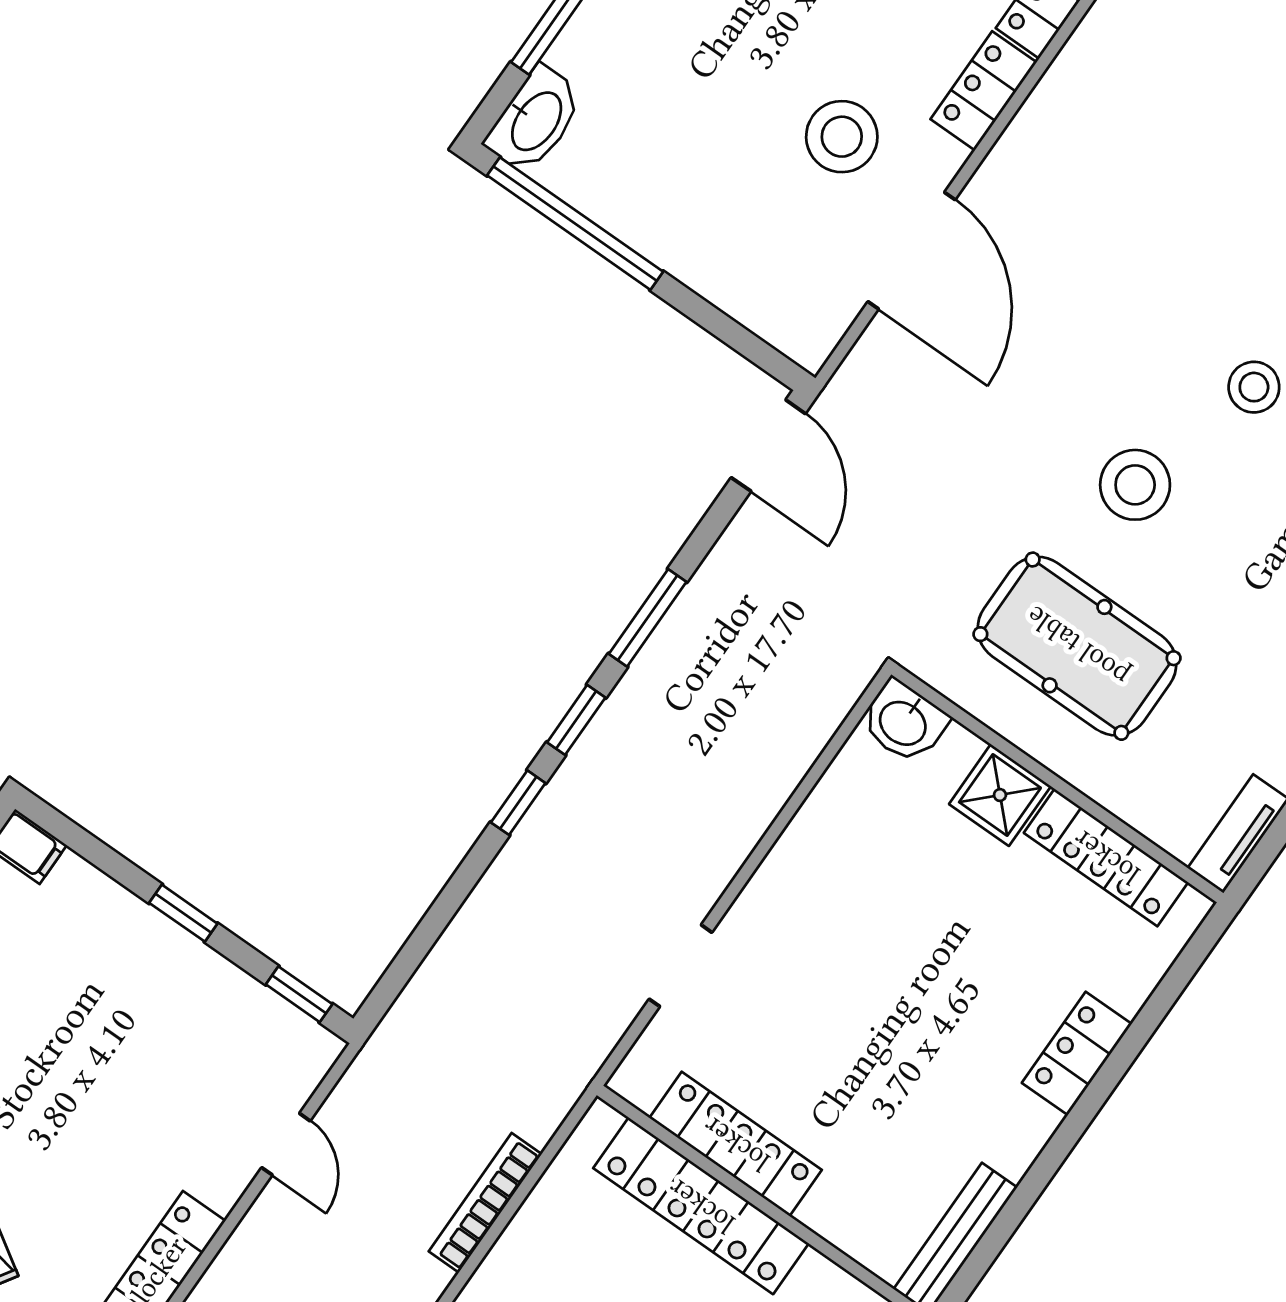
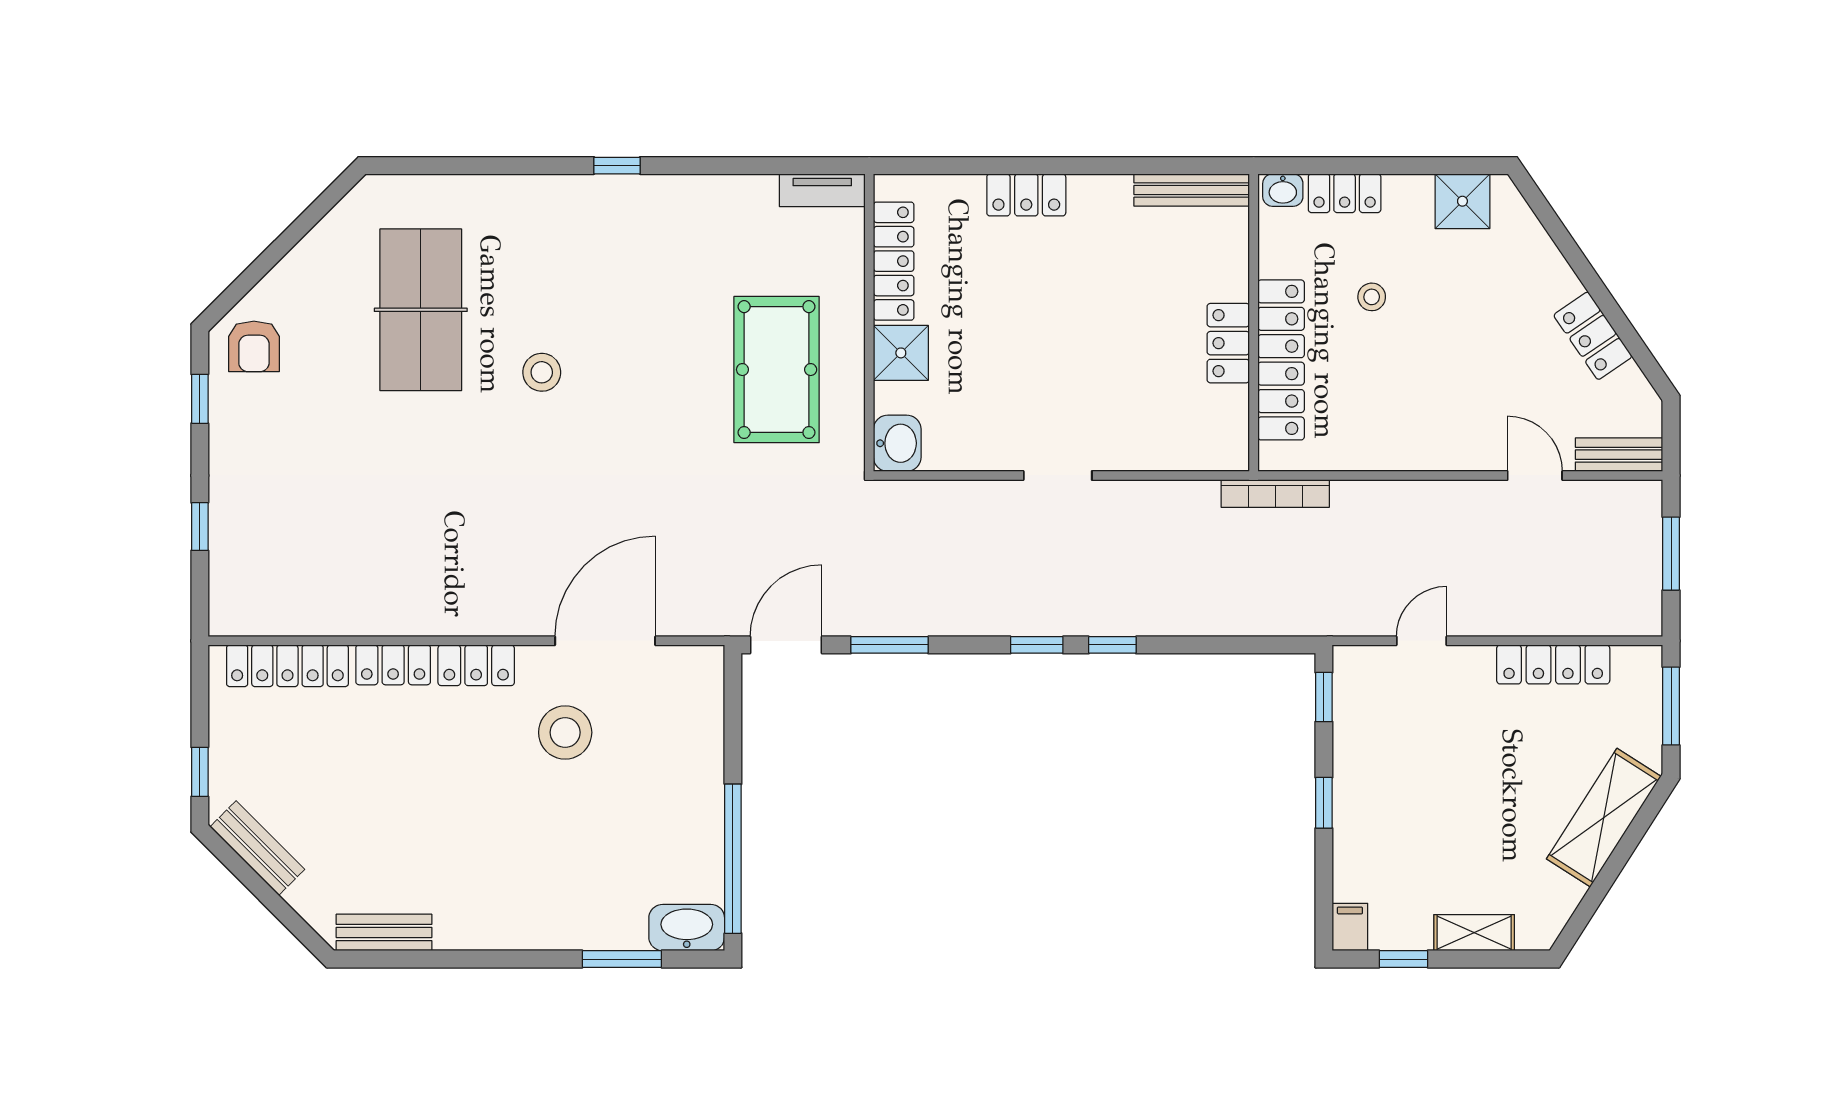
stool: (1135, 485) -> (653, 403), removed
window: (648, 618) -> (889, 645), moved
doorway: (680, 966) -> (1058, 475), moved
locker: (736, 1144) -> (1228, 343), width x0.66
bookcase: (485, 1203) -> (1275, 493), moved

